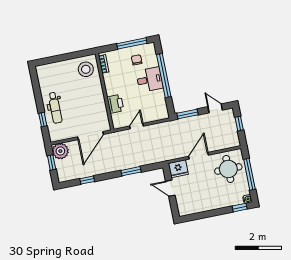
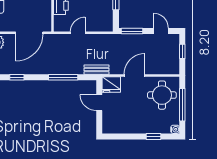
bench: (161, 157) -> (97, 70), added
window: (131, 171) -> (63, 77), width x1.44
window: (240, 208) -> (153, 136), moved

